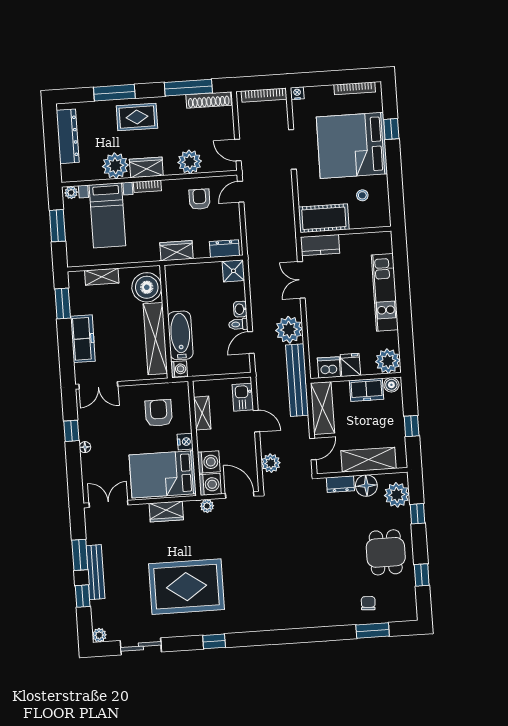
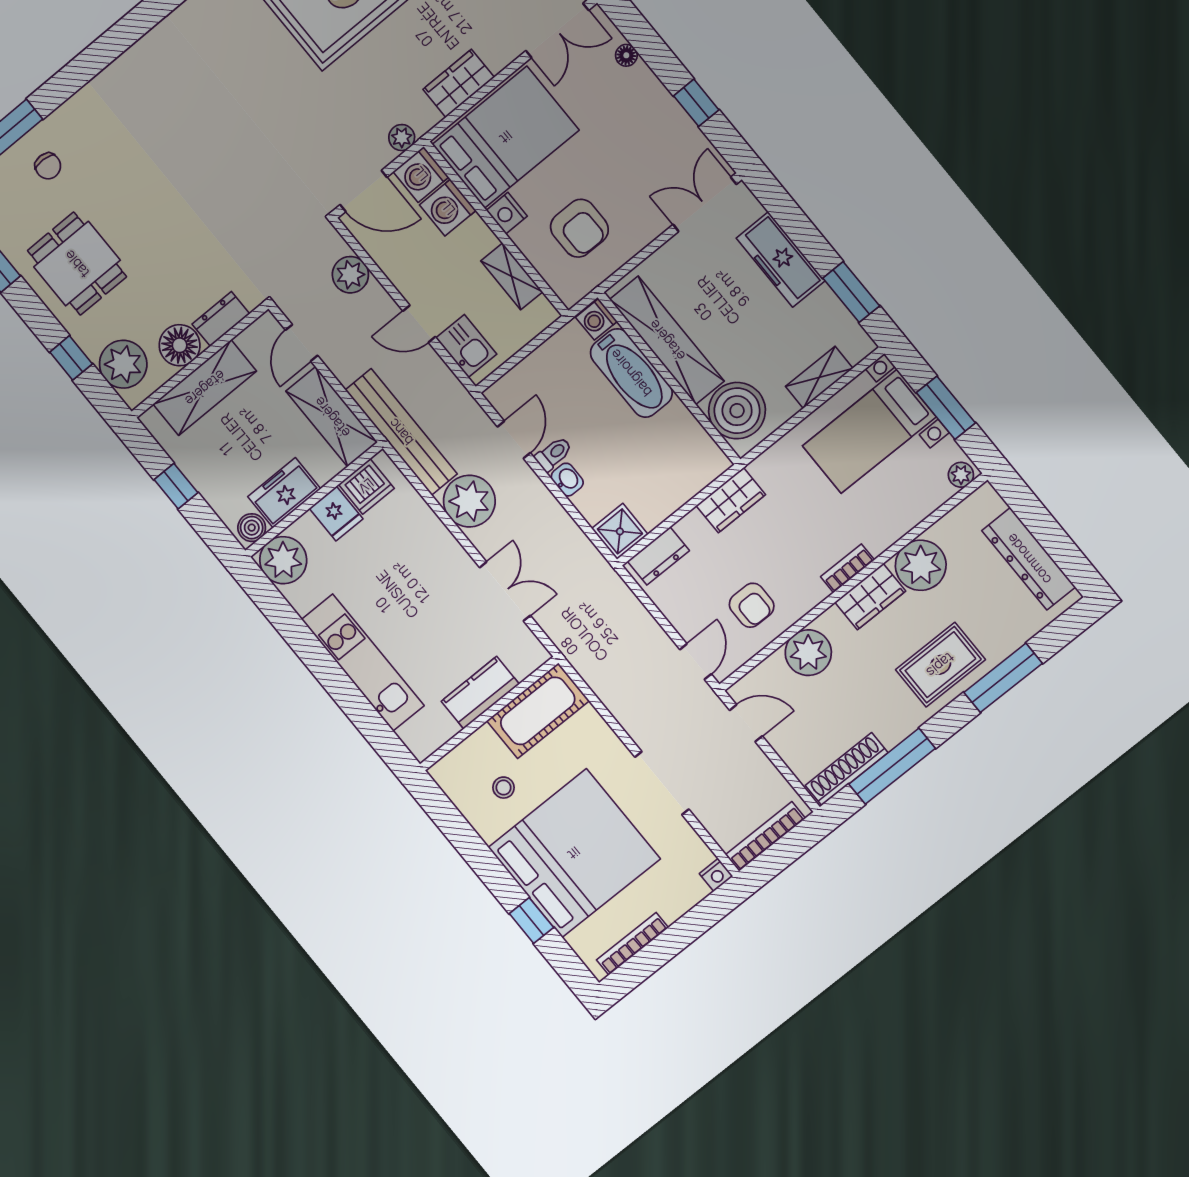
bed with nightstands: (107, 215) -> (869, 431), moved, turned -90
kitchen counter: (320, 245) -> (480, 693), moved
floor lamp: (85, 447) -> (626, 55), moved

